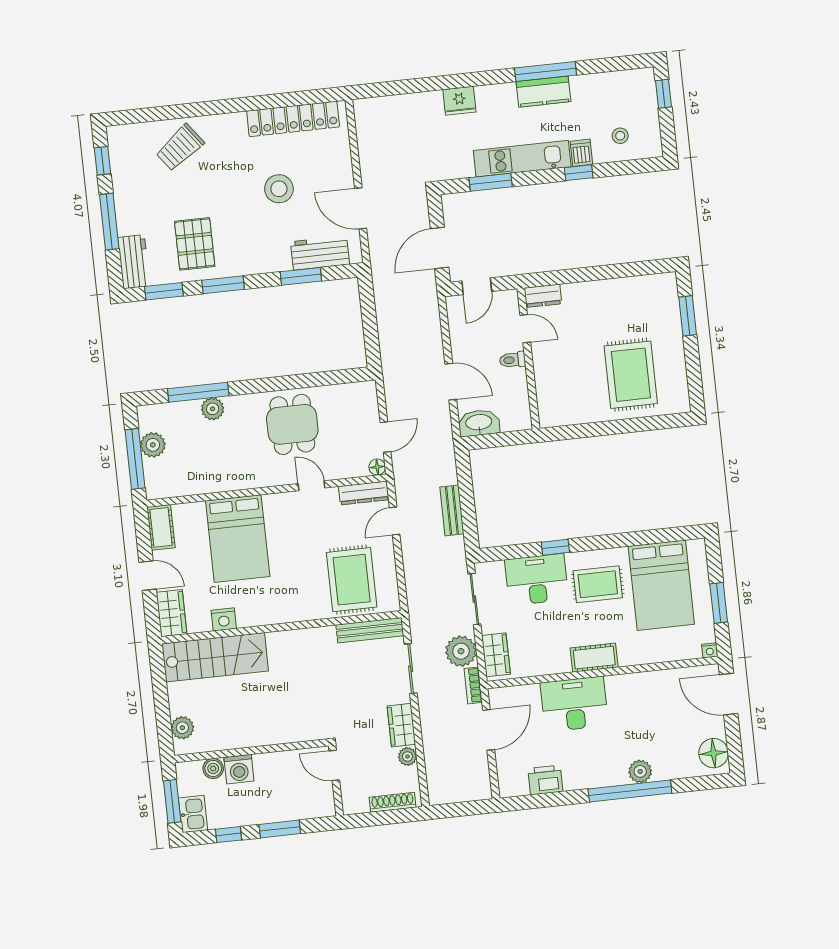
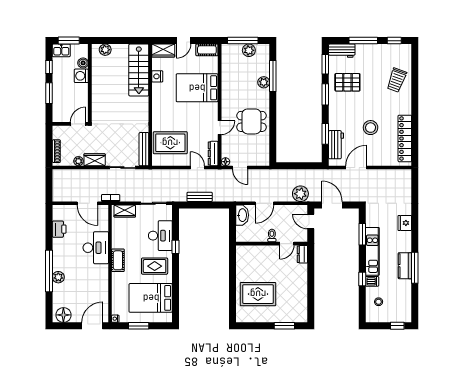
trolley: (180, 148) -> (397, 80), turned -123
rug: (598, 584) -> (155, 266), turned 90
plant: (461, 651) -> (300, 194), moved

